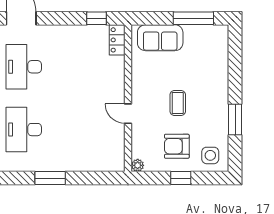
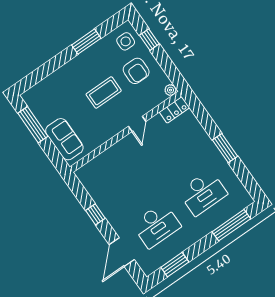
window: (97, 18) -> (95, 214), moved
locker: (117, 40) -> (174, 110), moved
coffee table: (178, 103) -> (104, 93), width x1.36, depth x1.30
window: (181, 178) -> (149, 40), moved

